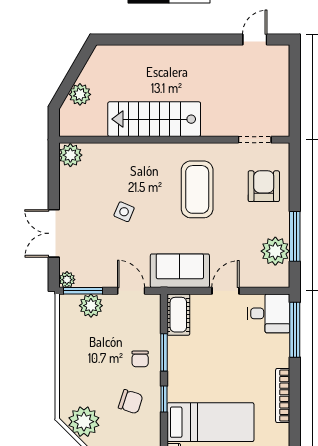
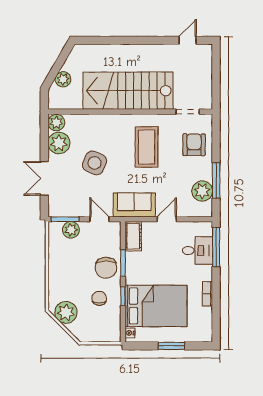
stairs: (154, 119) -> (128, 91), width x1.36, depth x1.51
side table: (124, 212) -> (95, 163), width x1.87, depth x1.87
plant: (67, 280) -> (59, 143), moved, width x1.88, depth x1.88
desk: (269, 313) -> (197, 251), moved
chair: (140, 359) -> (106, 268), width x1.87, depth x1.87
bookcase: (283, 396) -> (208, 294), width x0.64
chair: (131, 402) -> (99, 298), turned -108
bed: (210, 422) -> (156, 306), width x1.50

